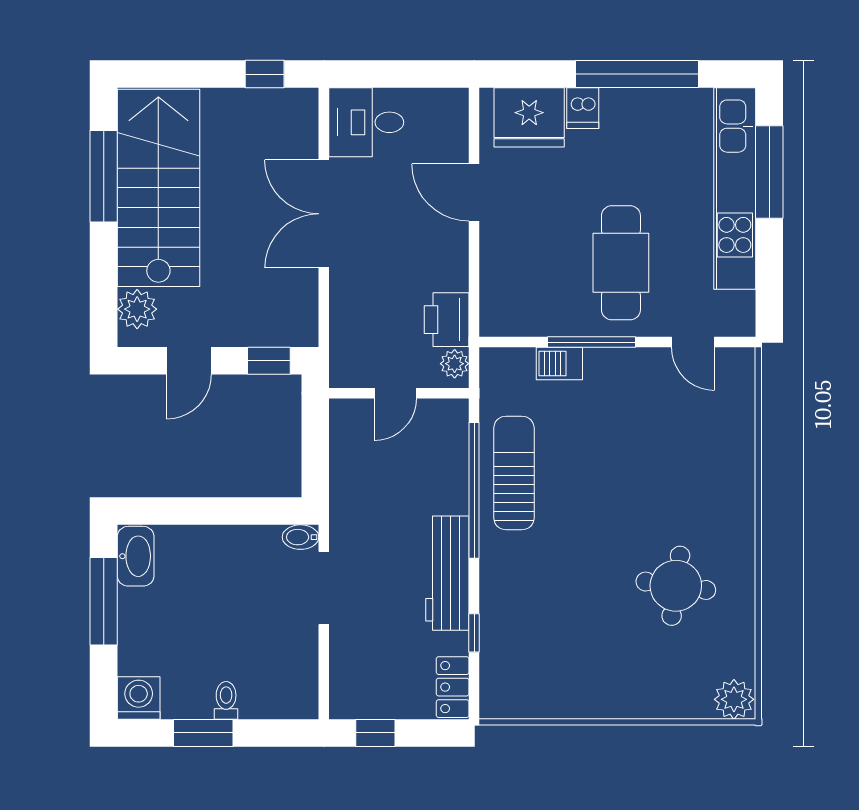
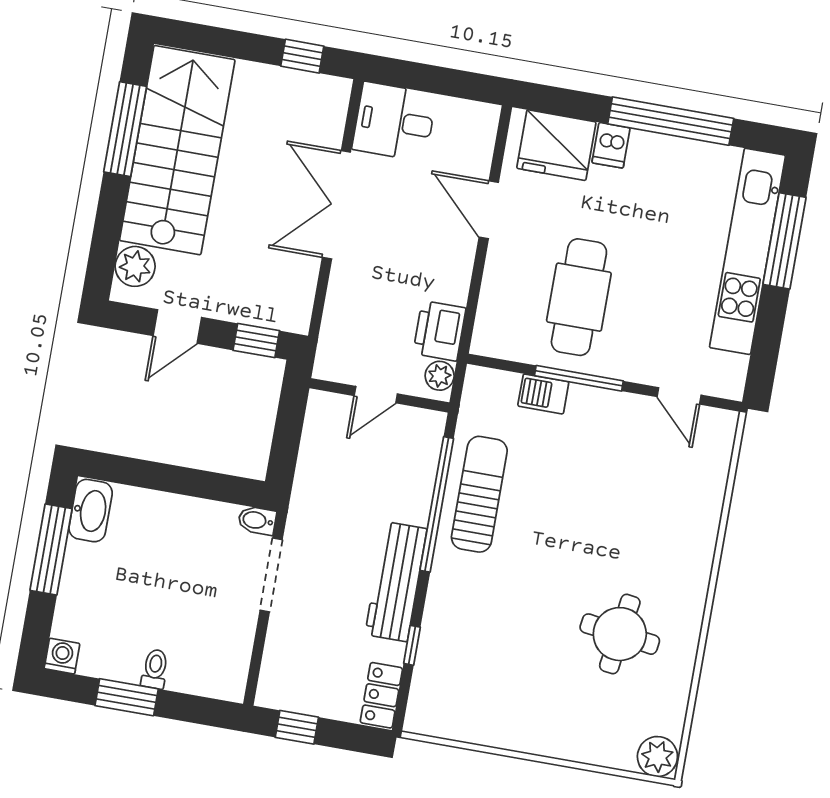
cafe table: (621, 263) -> (579, 297), moved
washing machine: (139, 698) -> (62, 656), width x0.73, depth x0.73

